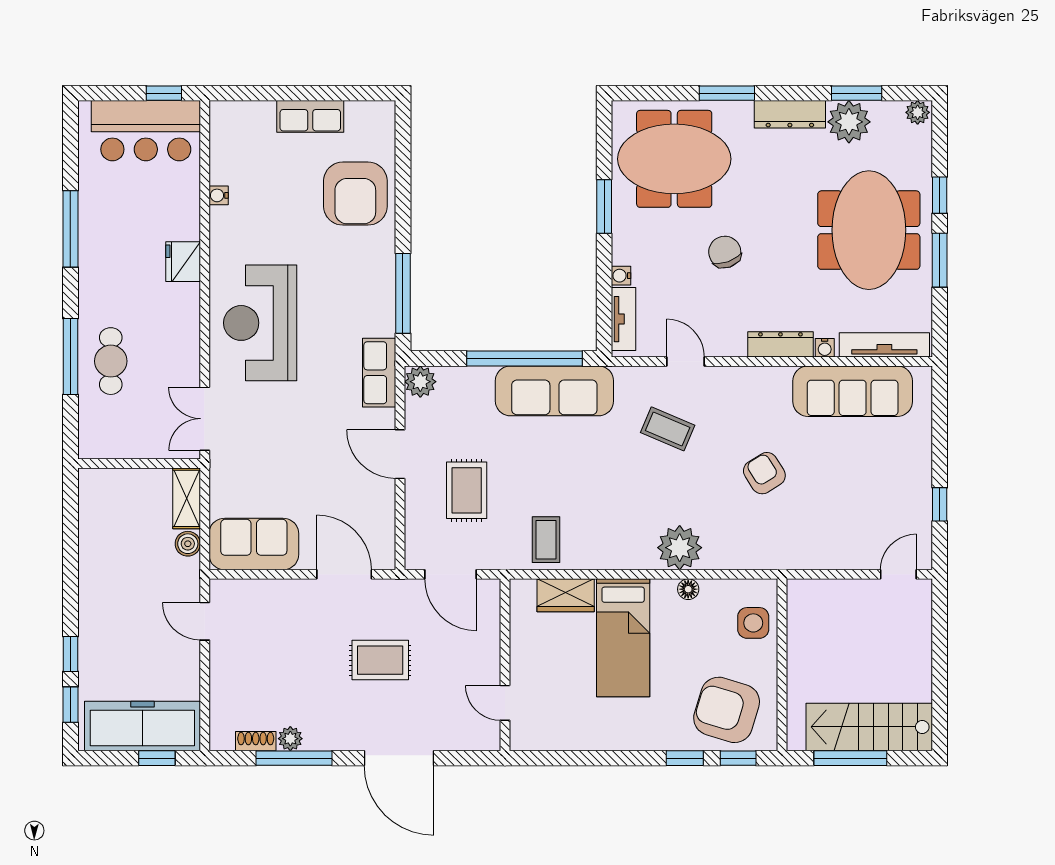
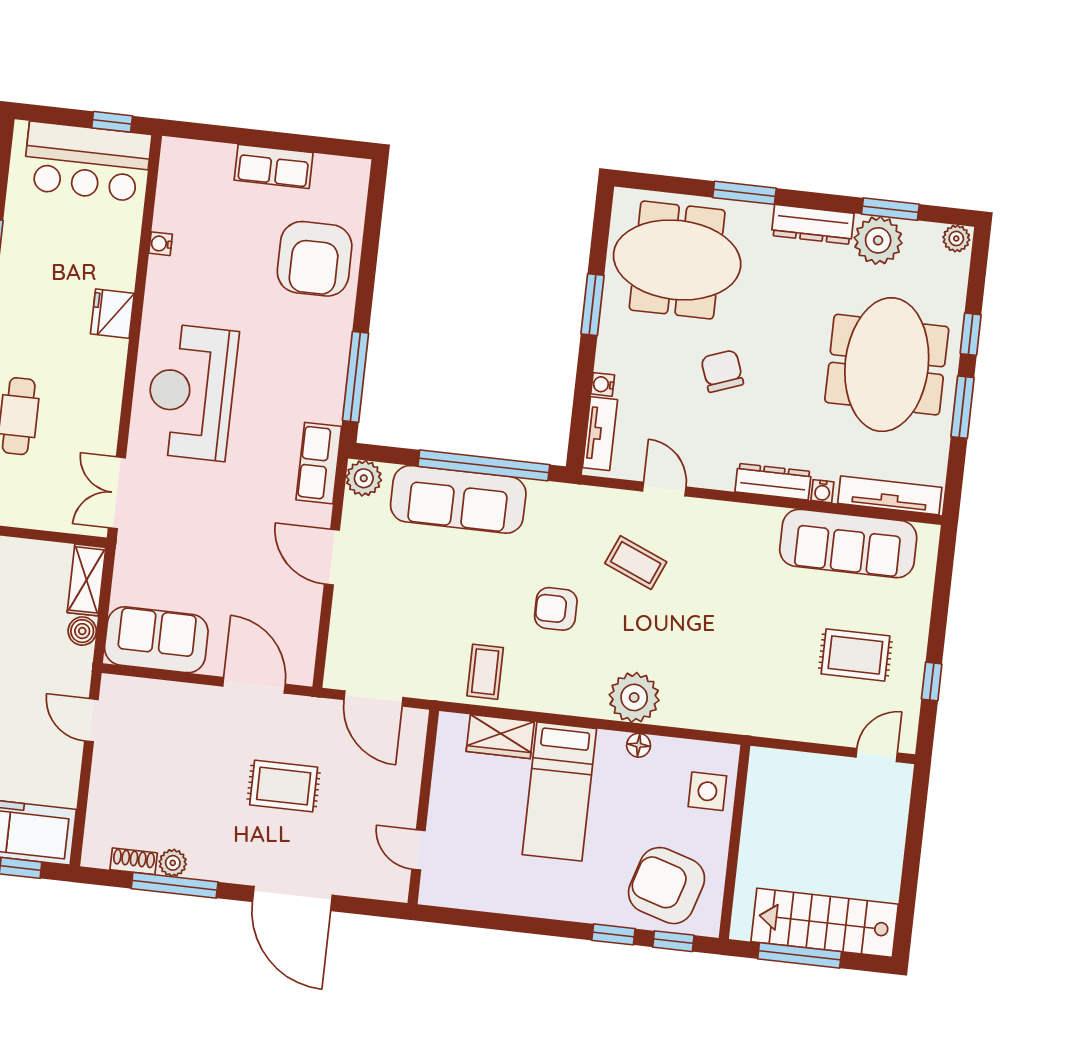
sofa: (554, 391) -> (458, 499), moved
armchair: (764, 473) -> (556, 609), moved, turned -58
rug: (467, 490) -> (855, 655), moved, turned 90

